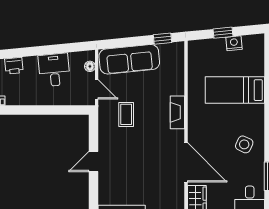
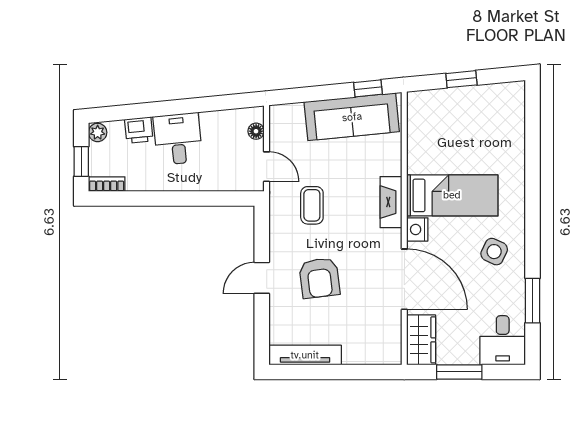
nightstand: (234, 43) -> (417, 229), moved, turned -84
sofa: (129, 59) -> (352, 117), moved
desk: (54, 70) -> (178, 139), moved
bed: (235, 90) -> (452, 195), moved, turned 180
armchair: (131, 162) -> (319, 278), added

